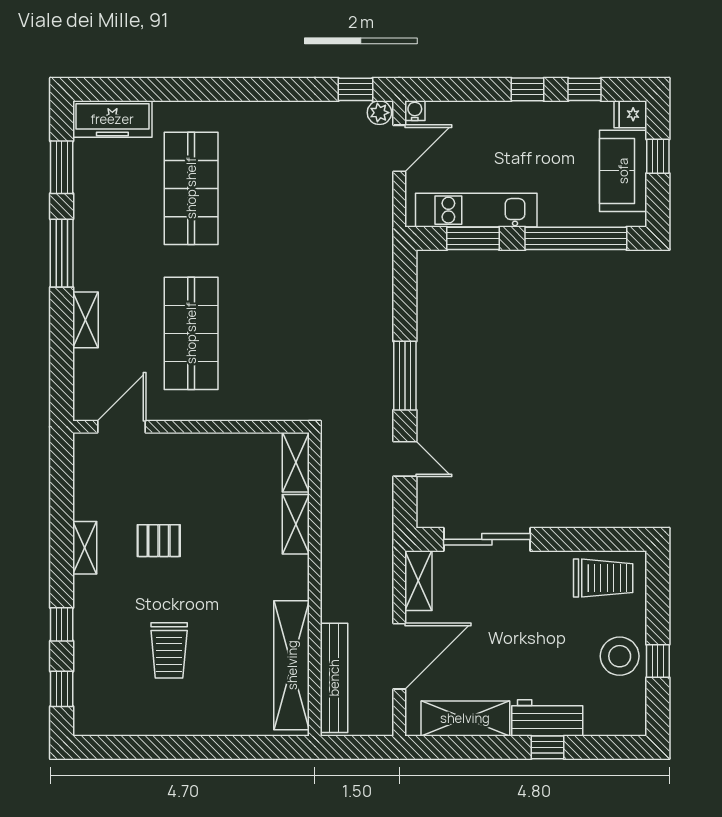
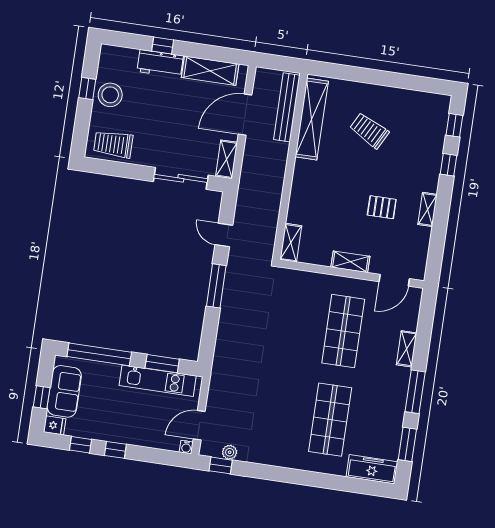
plant: (379, 113) -> (230, 452), moved
shelving: (296, 524) -> (350, 262), moved, turned 90
trolley: (169, 650) -> (369, 130), moved, turned -62

